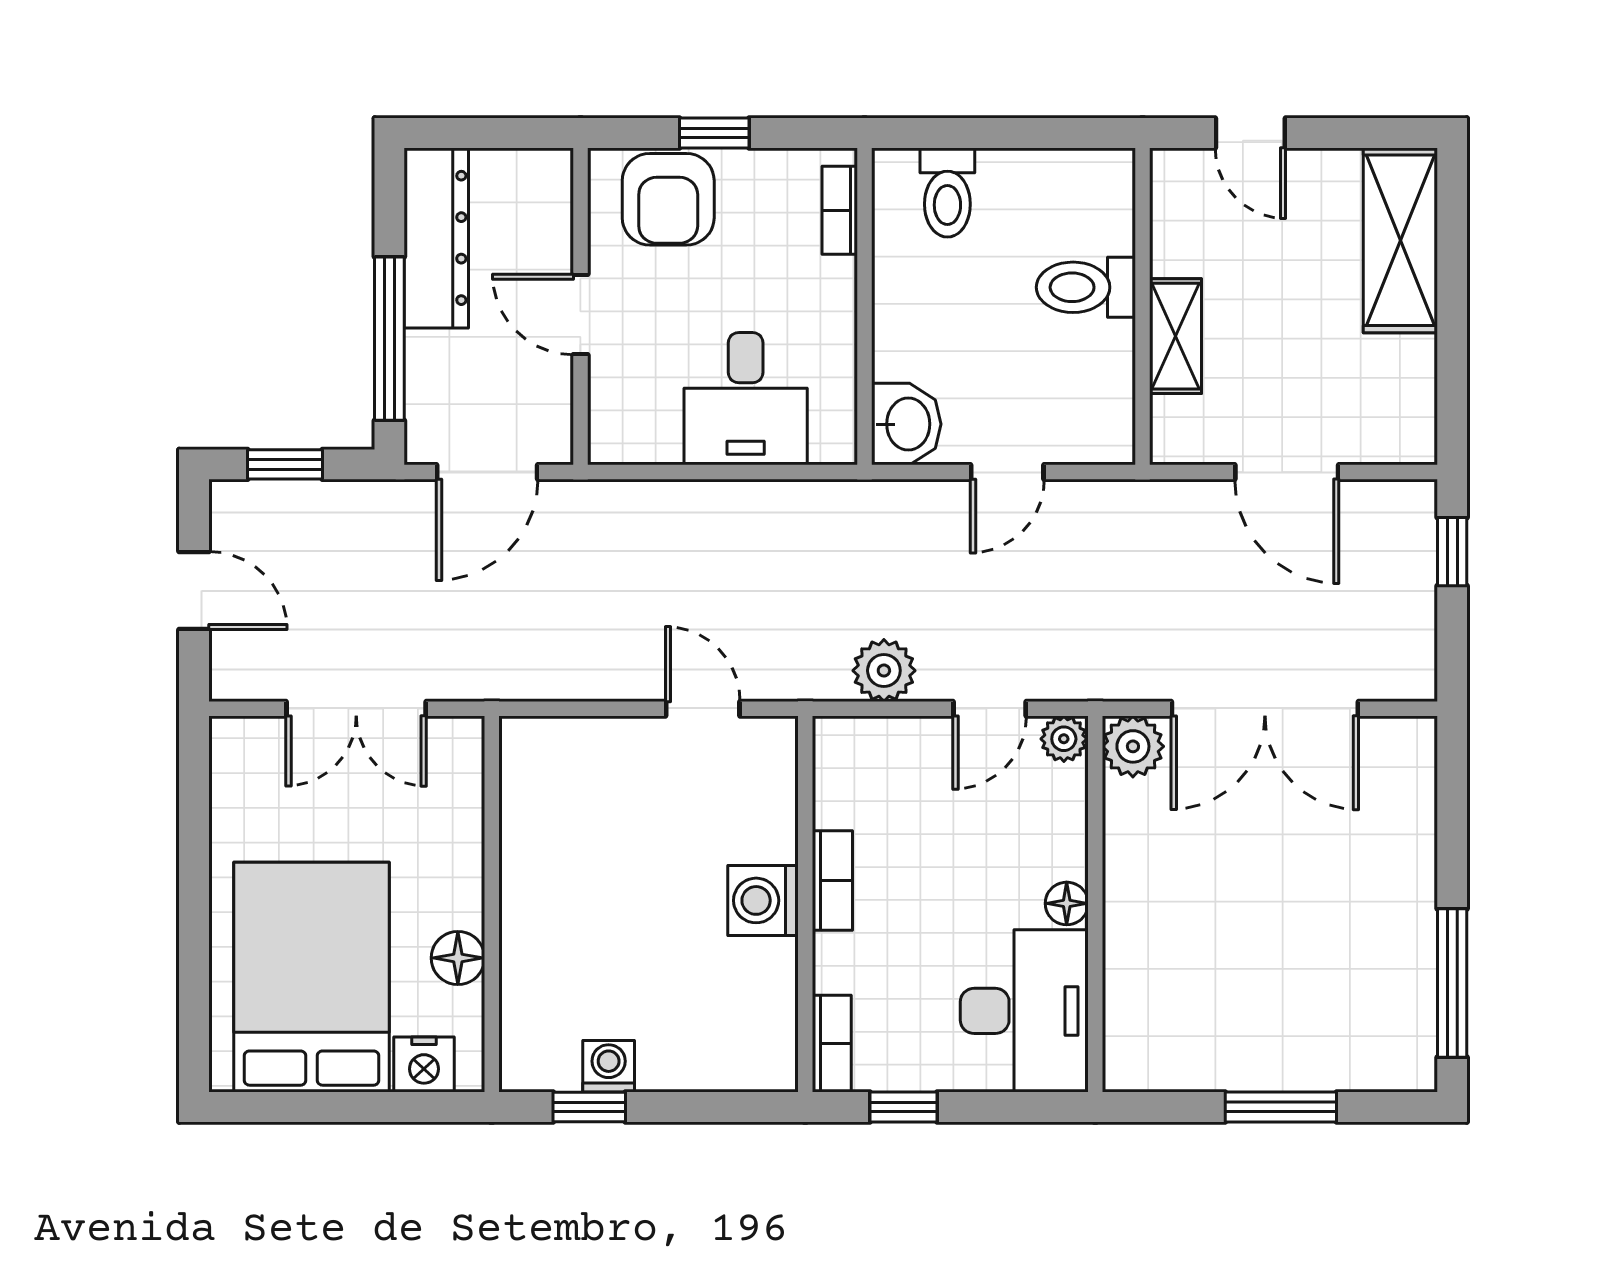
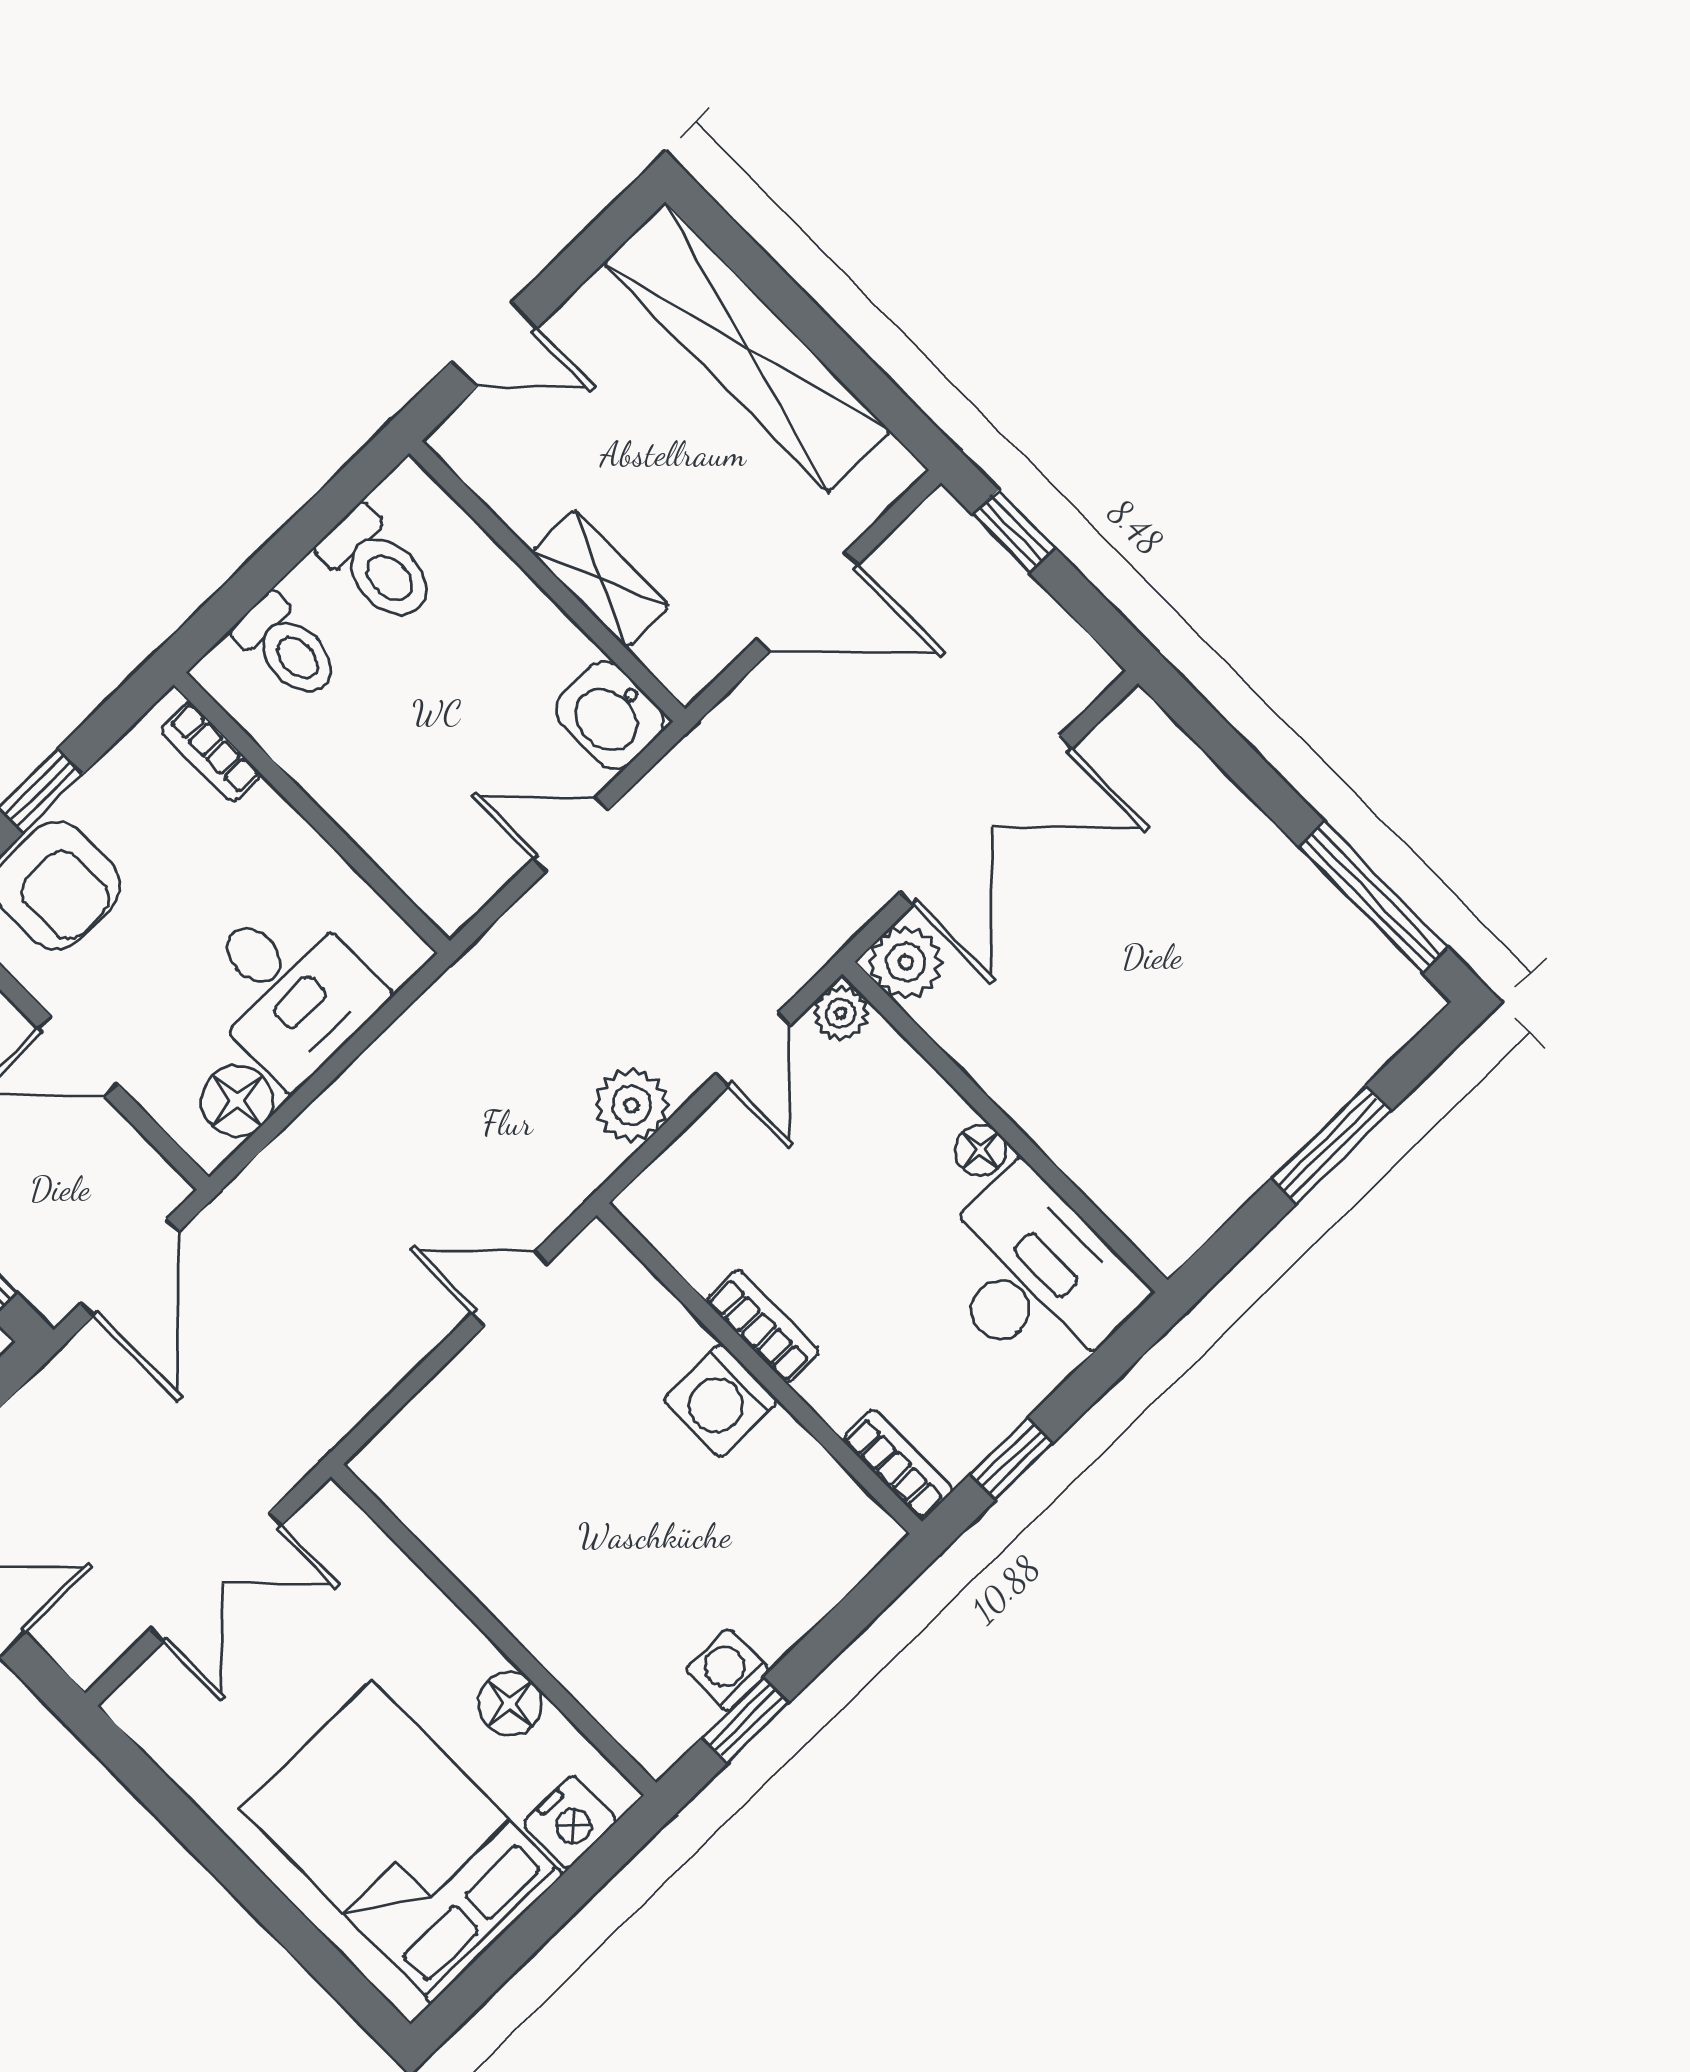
shelving: (1400, 240) -> (747, 347), width x1.47
toilet: (1086, 287) -> (378, 566), moved, turned -90
washbasin: (906, 424) -> (610, 716), moved, turned 180
floor lamp: (650, 435) -> (237, 1101), added
door: (1007, 472) -> (571, 834), swing flipped

